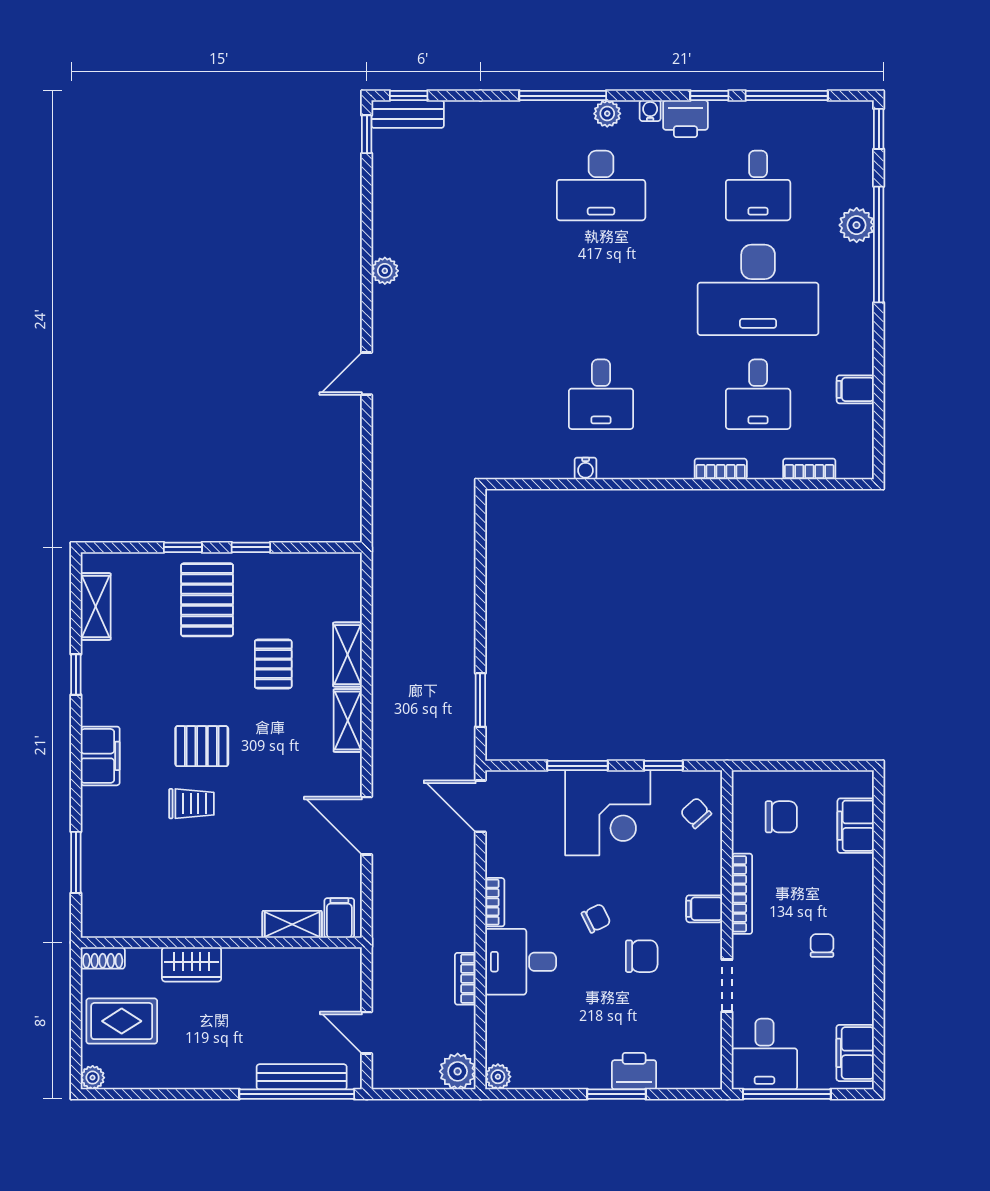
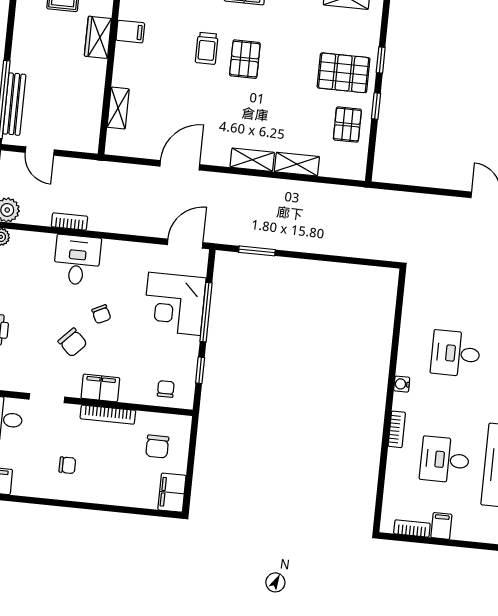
water cooler: (586, 469) -> (402, 384), moved
bookcase: (809, 469) -> (412, 528), moved, turned -90
pallet: (273, 664) -> (347, 125), moved, turned 90
window: (578, 766) -> (206, 312), width x1.44
corner desk: (608, 813) -> (174, 304), moved
chair: (696, 813) -> (166, 389), turned -48
filing cabinet: (856, 826) -> (172, 493), moved, turned -90
bookcase: (495, 902) -> (119, 247), removed
filing cabinet: (704, 909) -> (100, 388), width x2.00
filing cabinet: (339, 918) -> (130, 32), moved
chair: (642, 956) -> (73, 342), turned -46
door: (367, 1033) -> (40, 151), swing flipped

